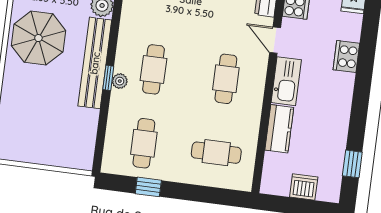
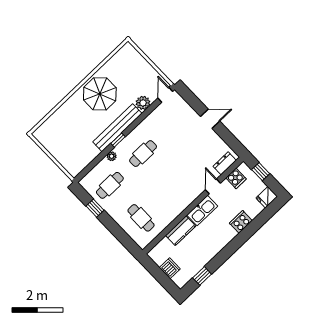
cafe table: (226, 79) -> (174, 186), removed
plant: (120, 81) -> (112, 156), moved

